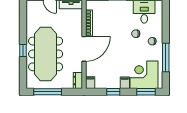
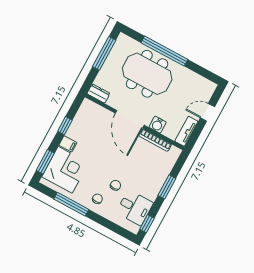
water cooler: (77, 27) -> (158, 125), added
window: (23, 50) -> (164, 51), width x3.17
meeting table: (46, 54) -> (147, 74), width x0.73
filing cabinet: (90, 83) -> (89, 106), removed

